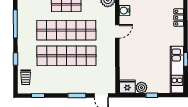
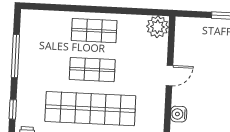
water cooler: (124, 11) -> (179, 114), moved
shop shelf: (66, 30) -> (92, 70), width x0.50, depth x0.74

